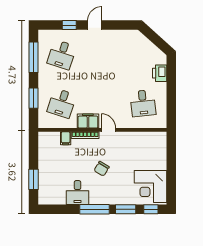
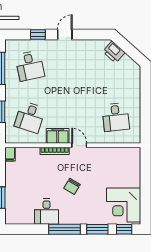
desk: (62, 55) -> (30, 66), turned -30
printer: (160, 73) -> (114, 52), moved, turned -48
filing cabinet: (66, 138) -> (10, 154), moved

